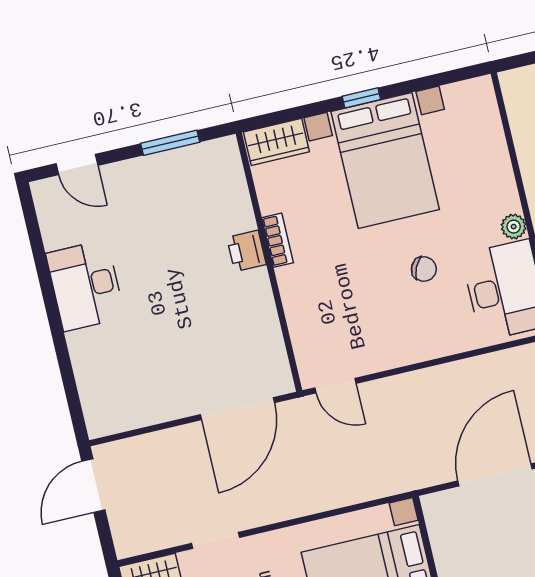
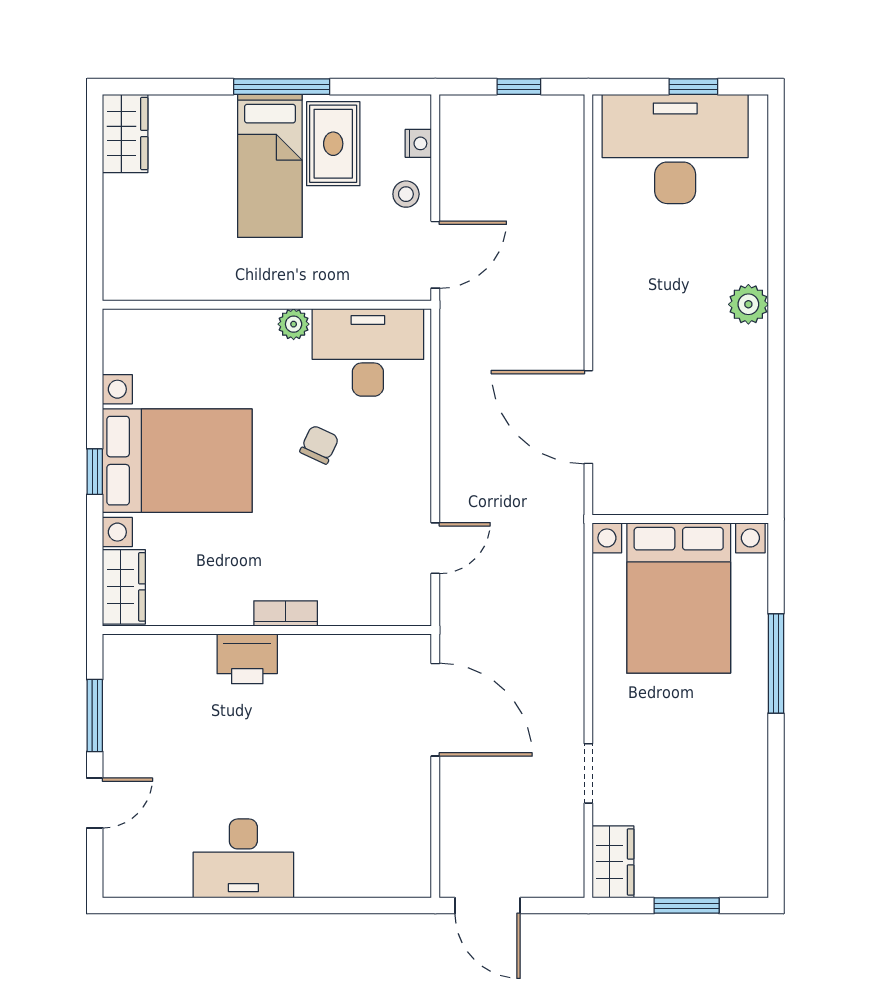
door: (77, 165) -> (95, 803), moved
bookcase: (277, 240) -> (286, 613), moved
printer: (246, 251) -> (247, 659), width x1.36, depth x1.24
door: (335, 386) -> (435, 548), moved

